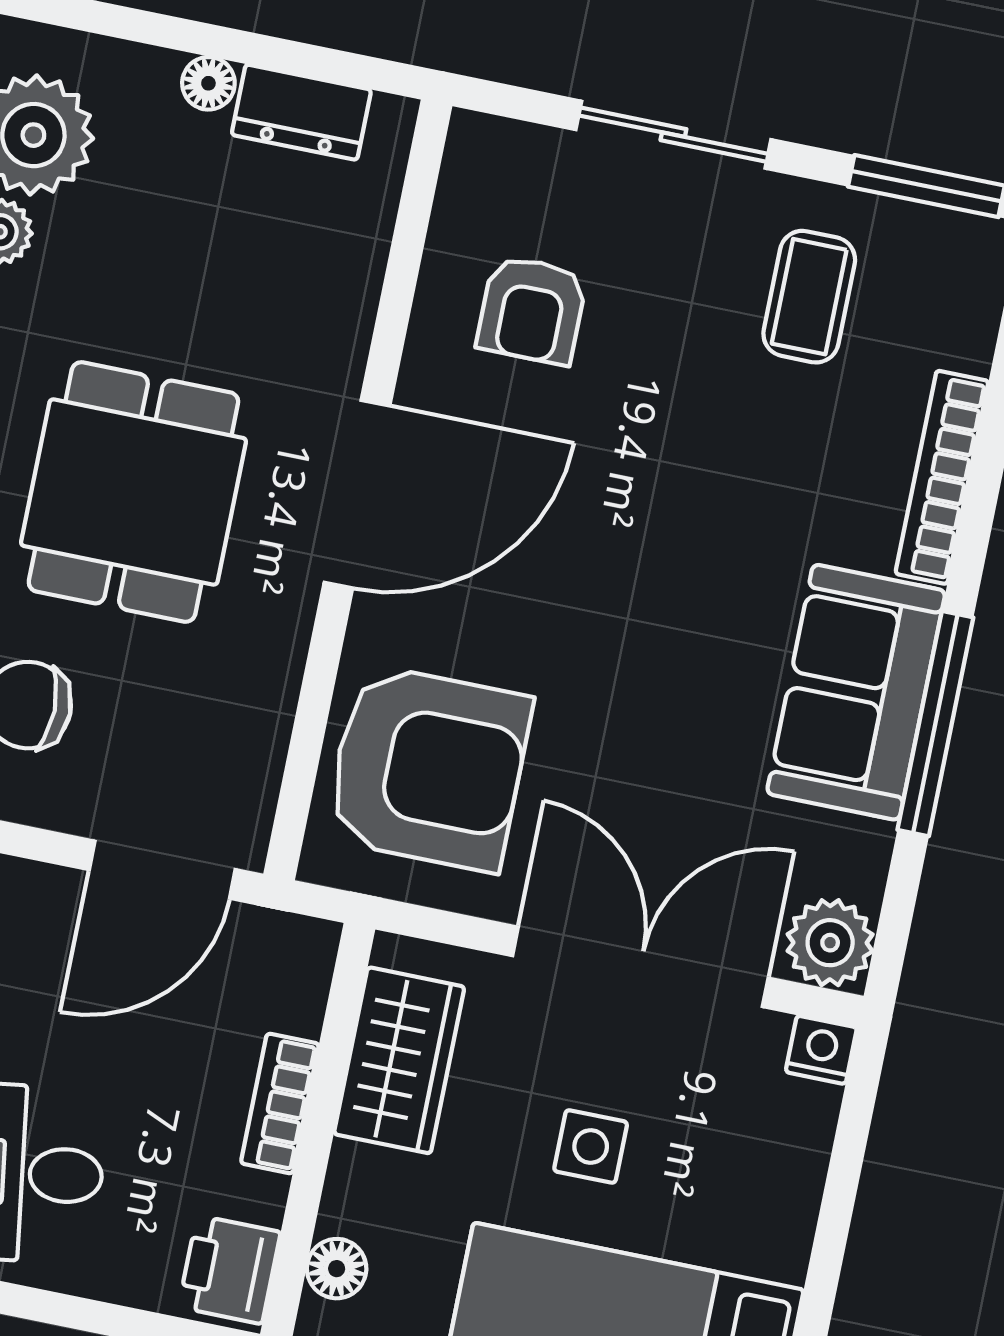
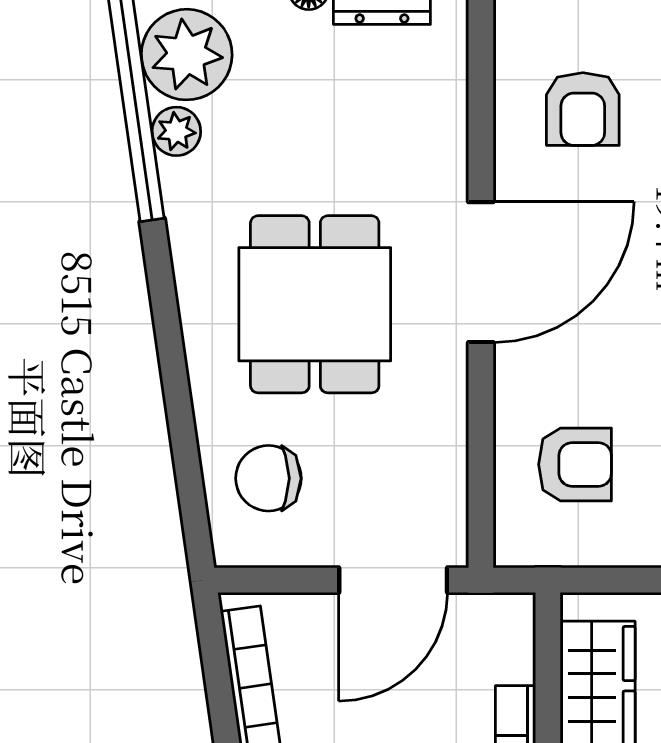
armchair: (428, 768) -> (575, 464), width x0.53, depth x0.53

